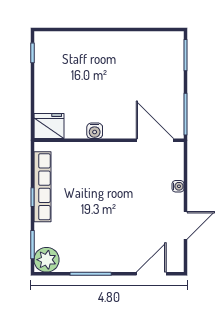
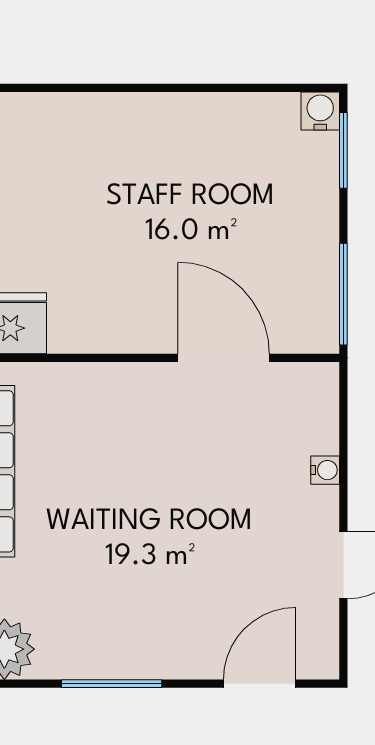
water cooler: (95, 131) -> (320, 111), moved, turned 180
door: (155, 140) -> (224, 358), moved

